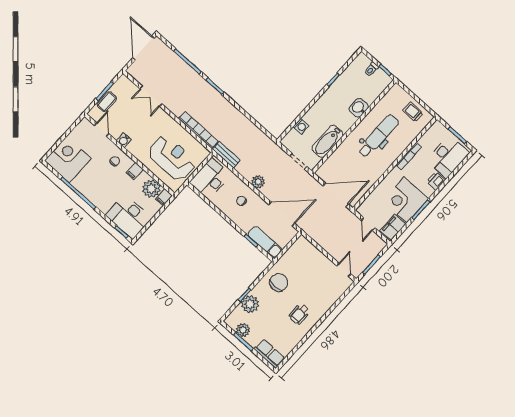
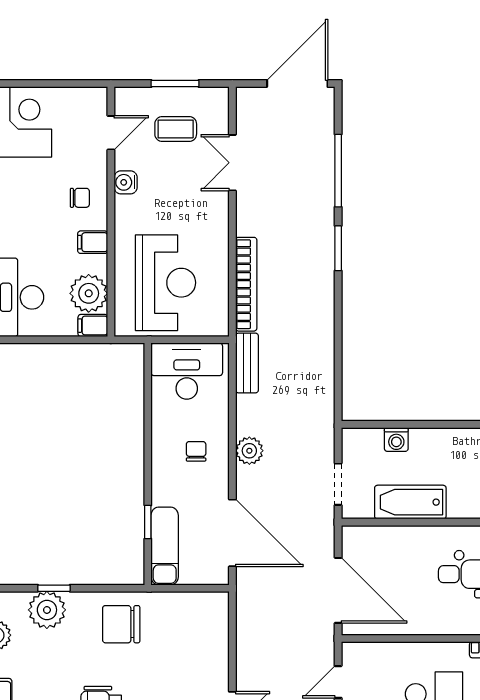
coffee table: (107, 102) -> (176, 129), moved
chair: (279, 282) -> (121, 624), turned 180

